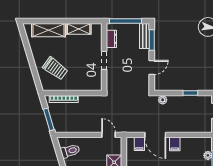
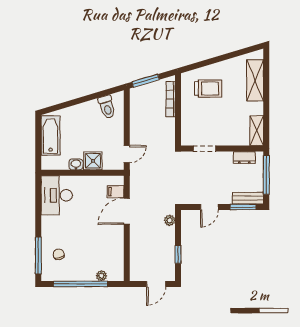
shelving: (79, 29) -> (257, 131), moved
doorway: (104, 60) -> (205, 149), moved
door: (152, 67) -> (209, 207), hinge flipped
trolley: (55, 68) -> (208, 89), turned -126
filing cabinet: (175, 144) -> (115, 235), removed

